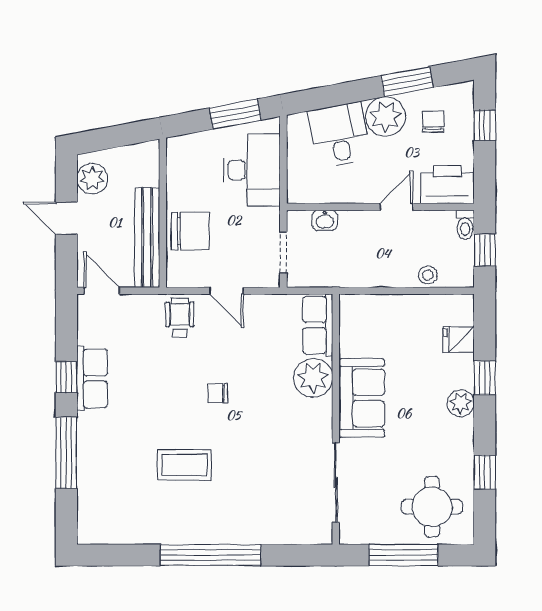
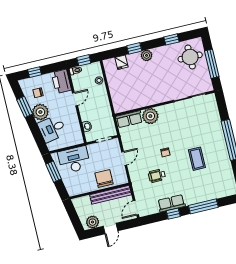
door: (397, 207) -> (75, 99), swing flipped
wheelchair: (180, 318) -> (157, 176), moved
sofa: (362, 398) -> (154, 95), removed

